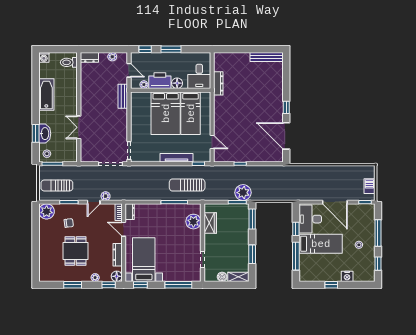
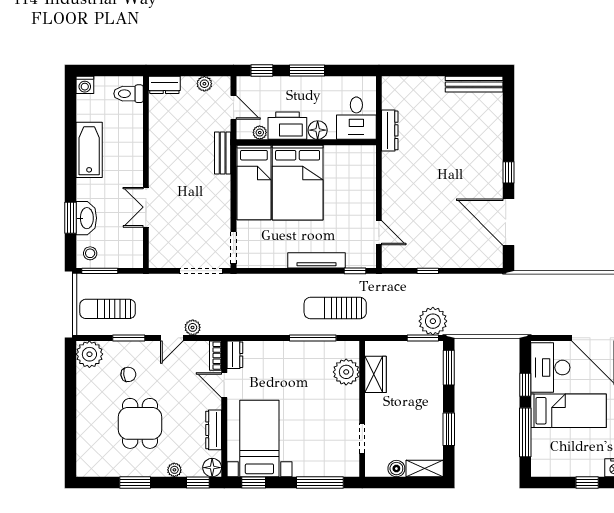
bed: (191, 113) -> (254, 183), moved

